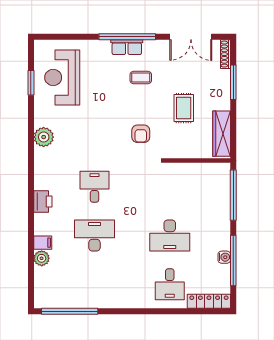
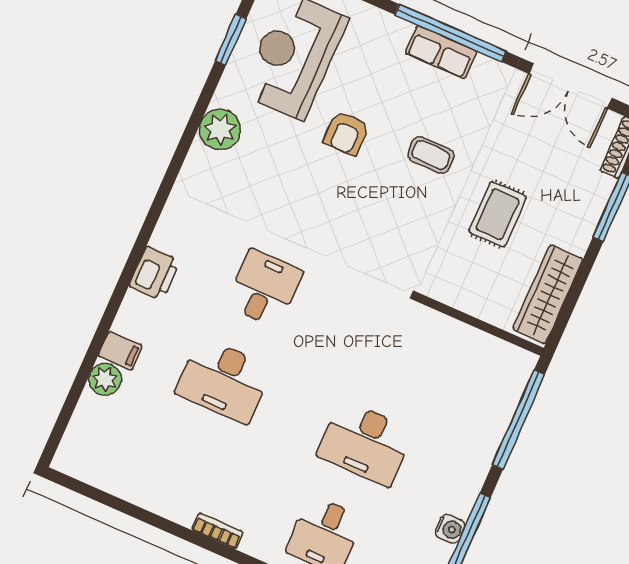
coffee table: (141, 78) -> (431, 155), moved
armchair: (141, 134) -> (346, 133), moved
plant: (44, 137) -> (220, 129), moved
desk: (94, 235) -> (224, 380), turned 180
bookcase: (121, 304) -> (217, 531), added
window: (70, 311) -> (114, 502), removed

